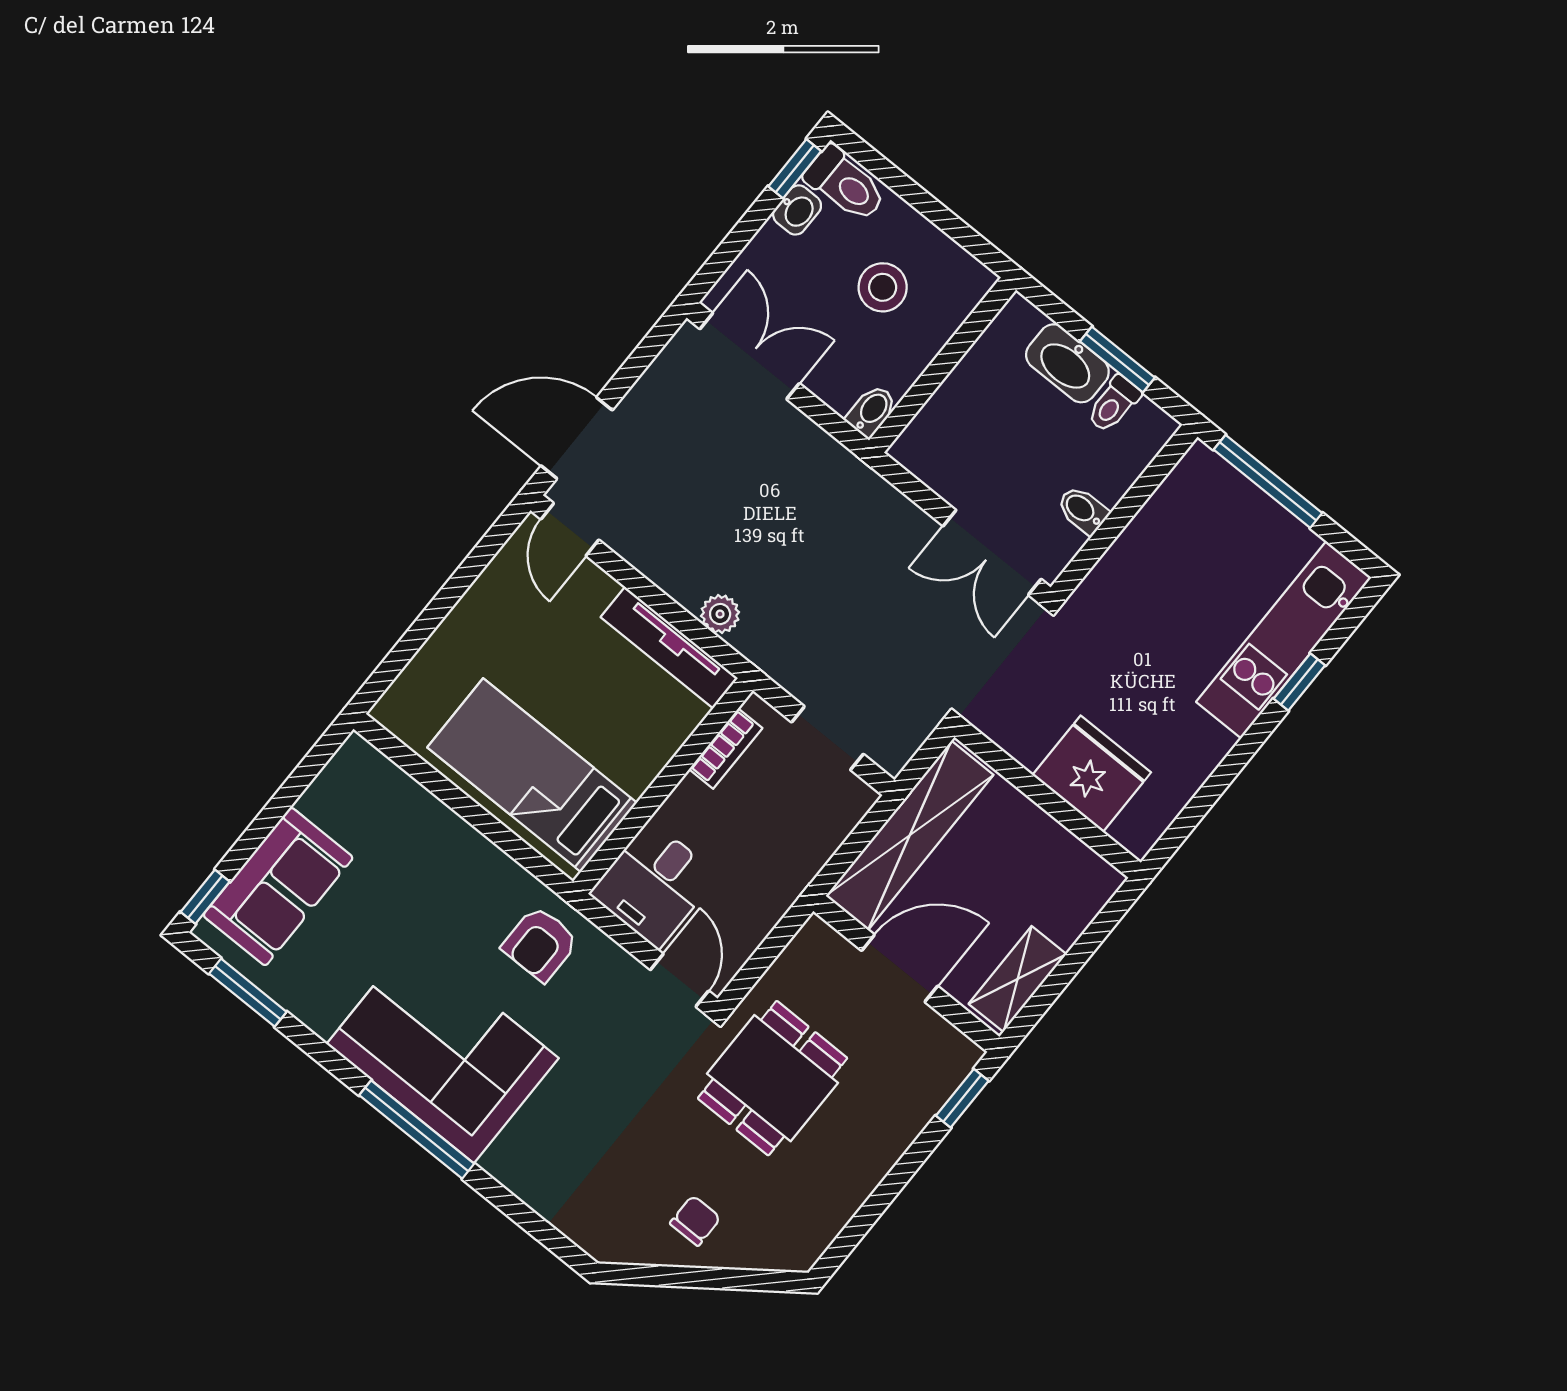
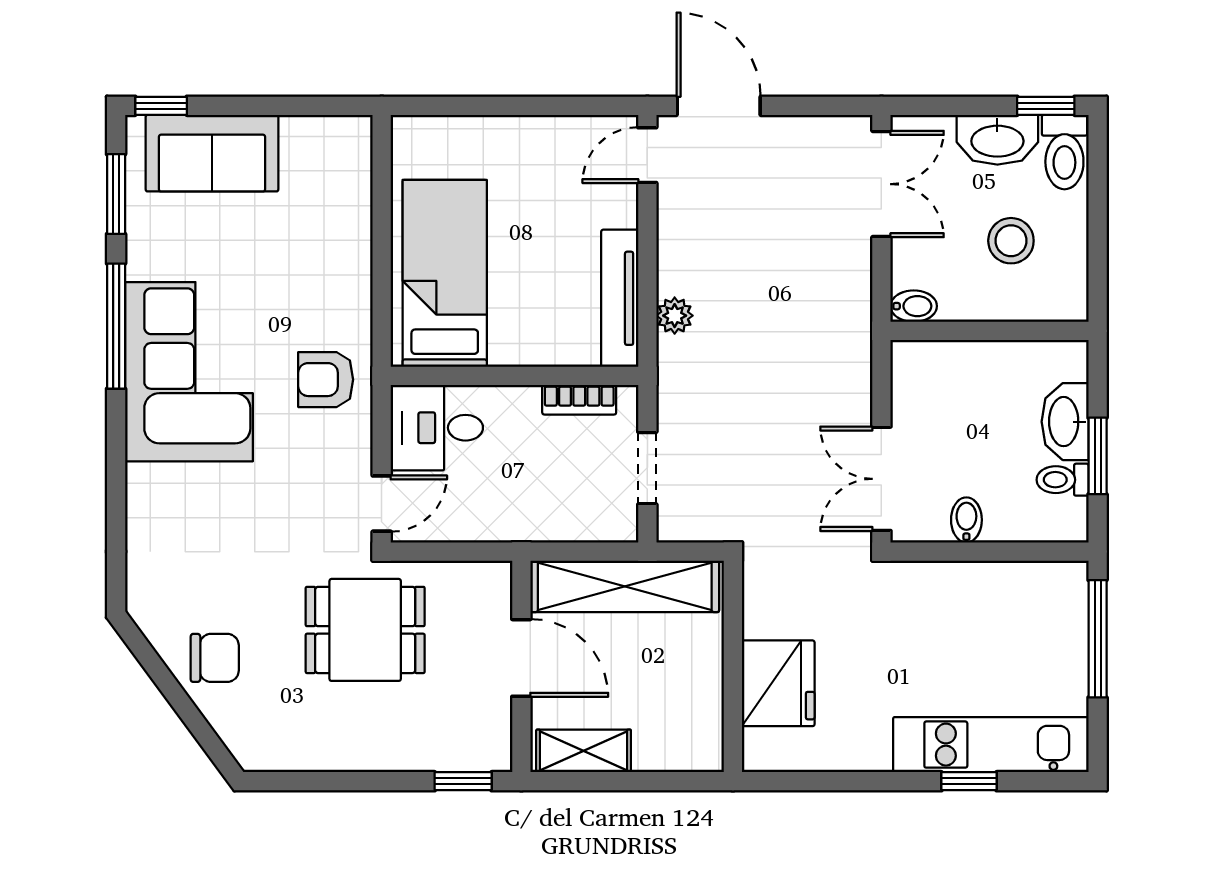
washbasin: (797, 210) -> (997, 140), width x1.91, depth x1.45
window: (417, 1129) -> (116, 326), moved
chair: (695, 1221) -> (215, 658), width x1.37, depth x1.37

